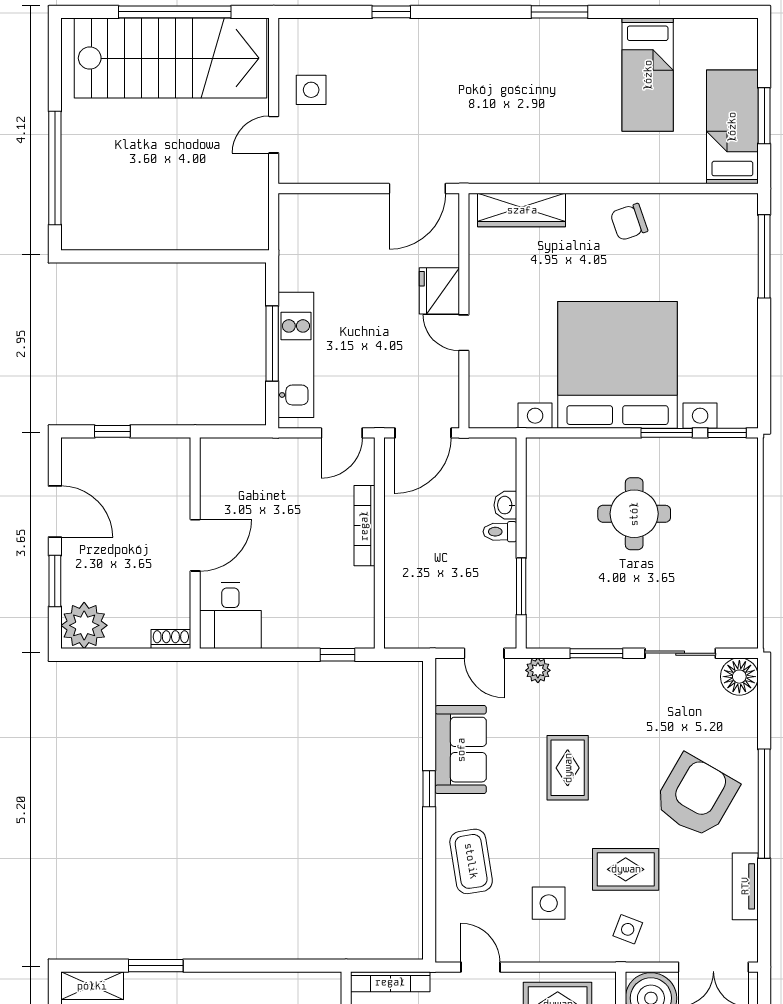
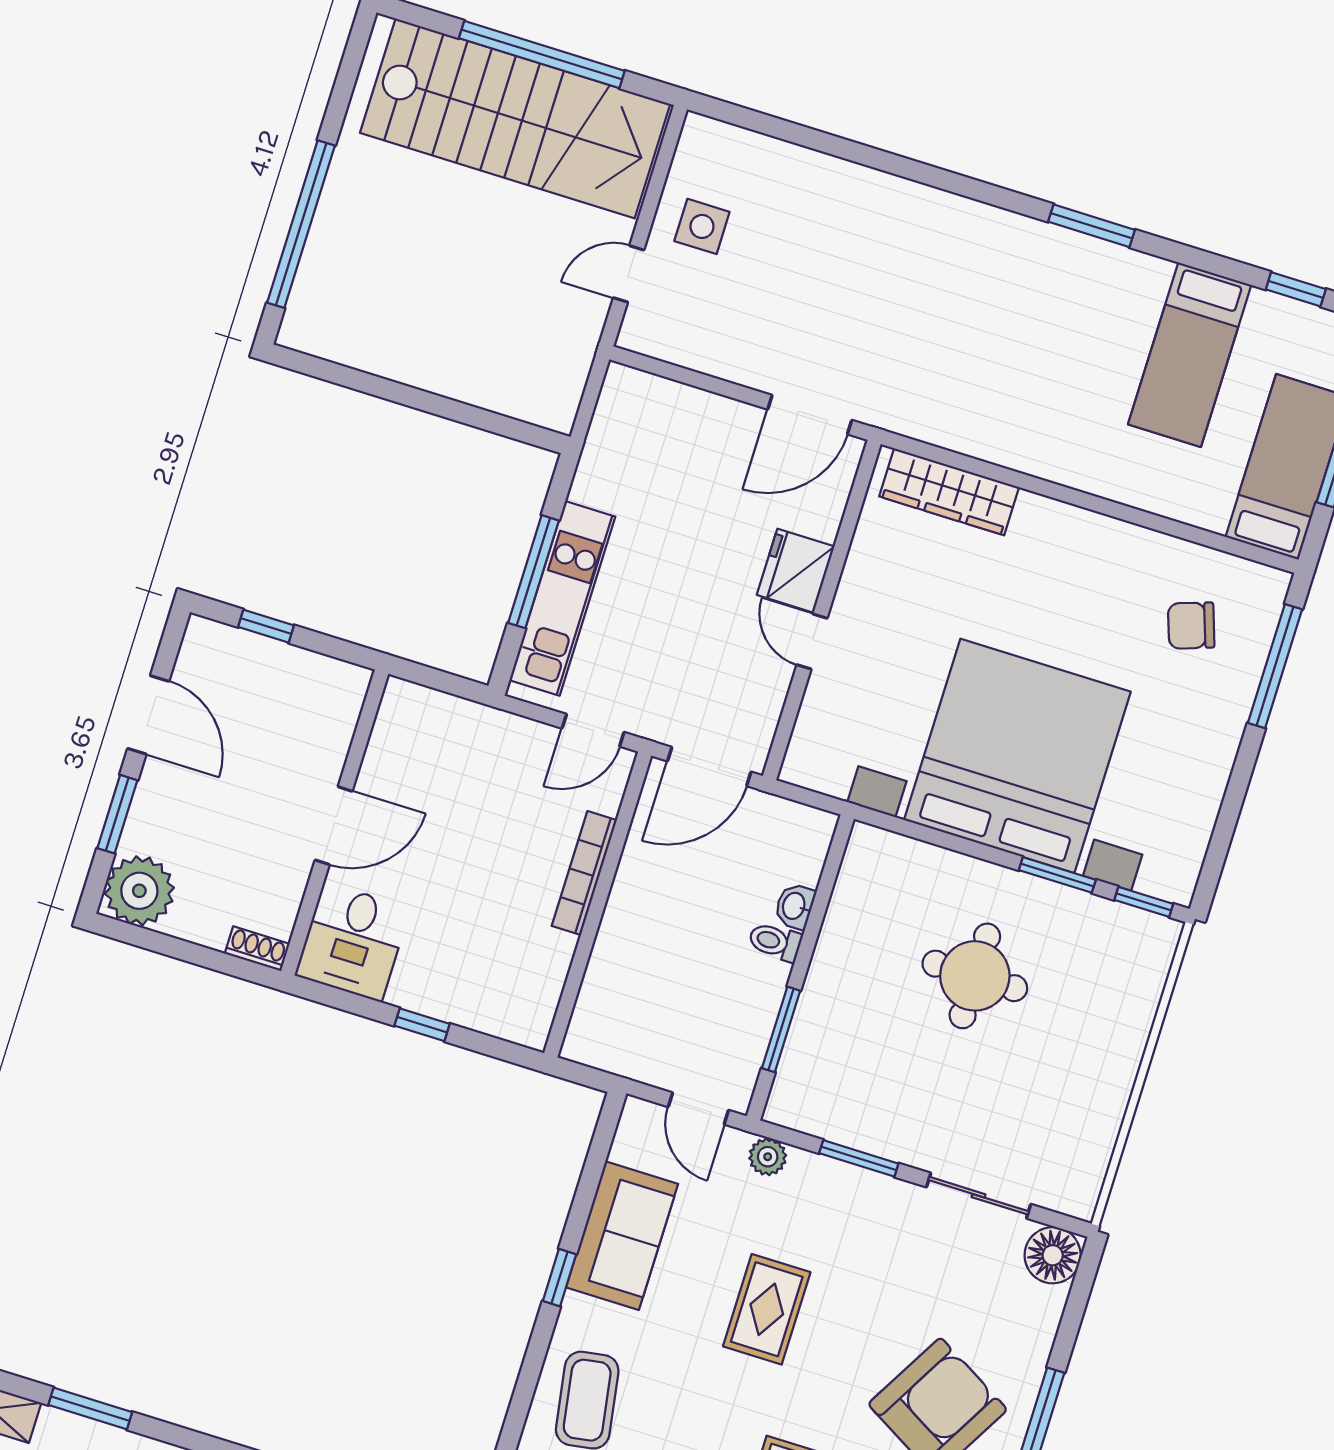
window: (391, 12) -> (1296, 289), moved
chair: (629, 222) -> (1191, 626), moved
window: (337, 655) -> (422, 1025), moved

